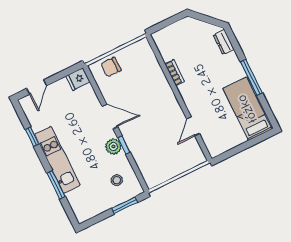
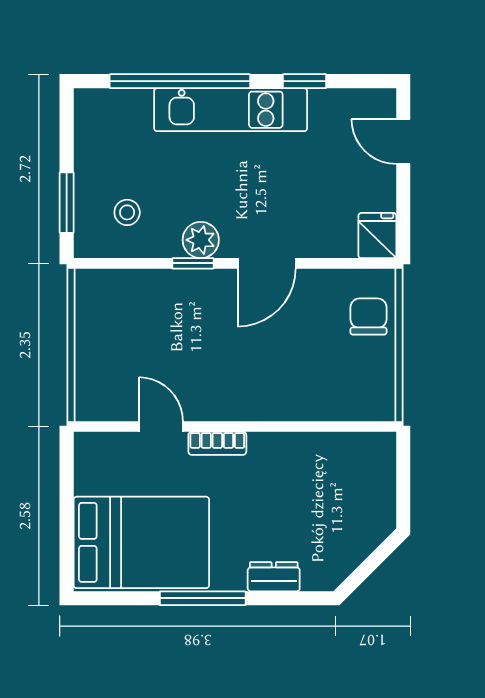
dresser: (224, 42) -> (274, 577), moved
bookcase: (175, 73) -> (217, 443), moved
bed: (247, 109) -> (141, 542), width x1.50
window: (56, 185) -> (180, 81), width x2.11

